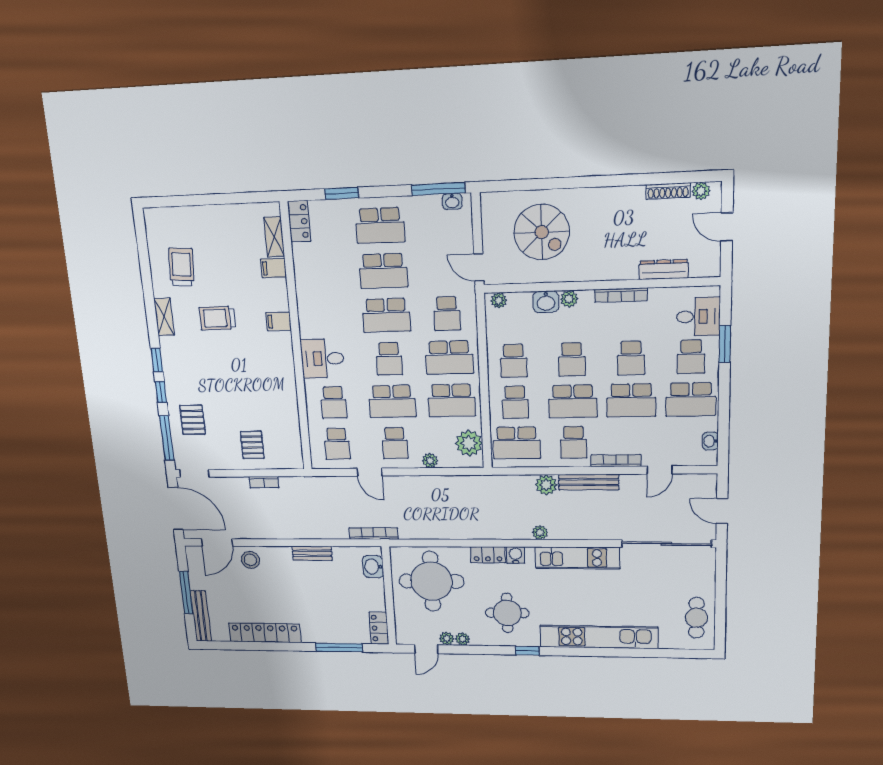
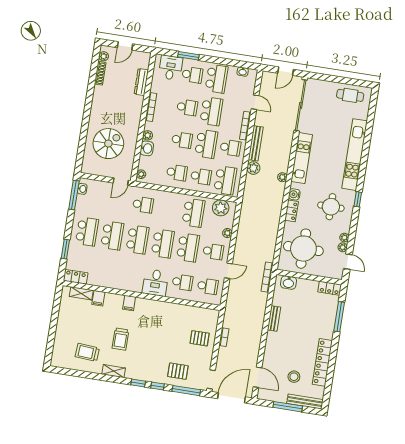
school desk: (449, 357) -> (168, 209), removed
school desk: (389, 359) -> (163, 243), width x1.85
stool: (250, 560) -> (294, 377), moved

